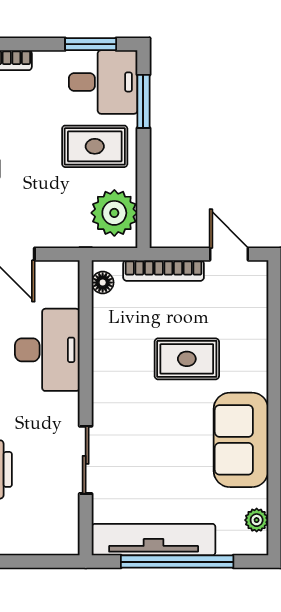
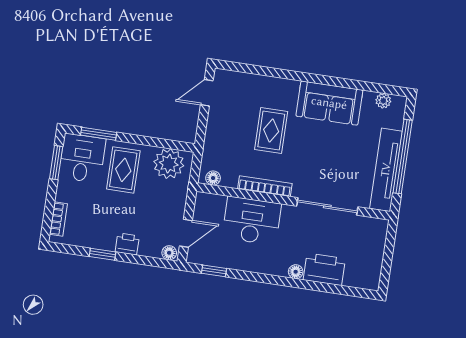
bookcase: (164, 271) -> (265, 186), moved, turned -90
sliding door: (86, 460) -> (327, 206), width x1.37

